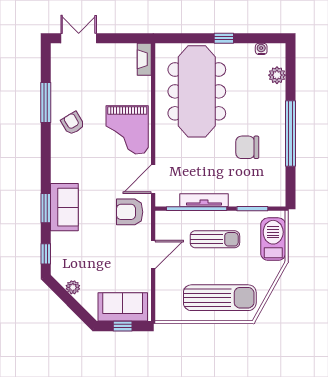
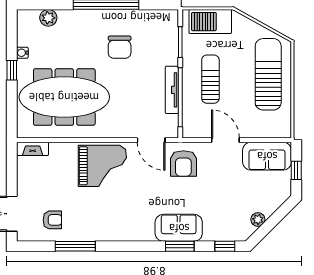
water cooler: (261, 49) -> (22, 53), moved
armchair: (73, 123) -> (52, 220), moved, turned -149
sofa: (123, 307) -> (267, 156), moved, turned -90

